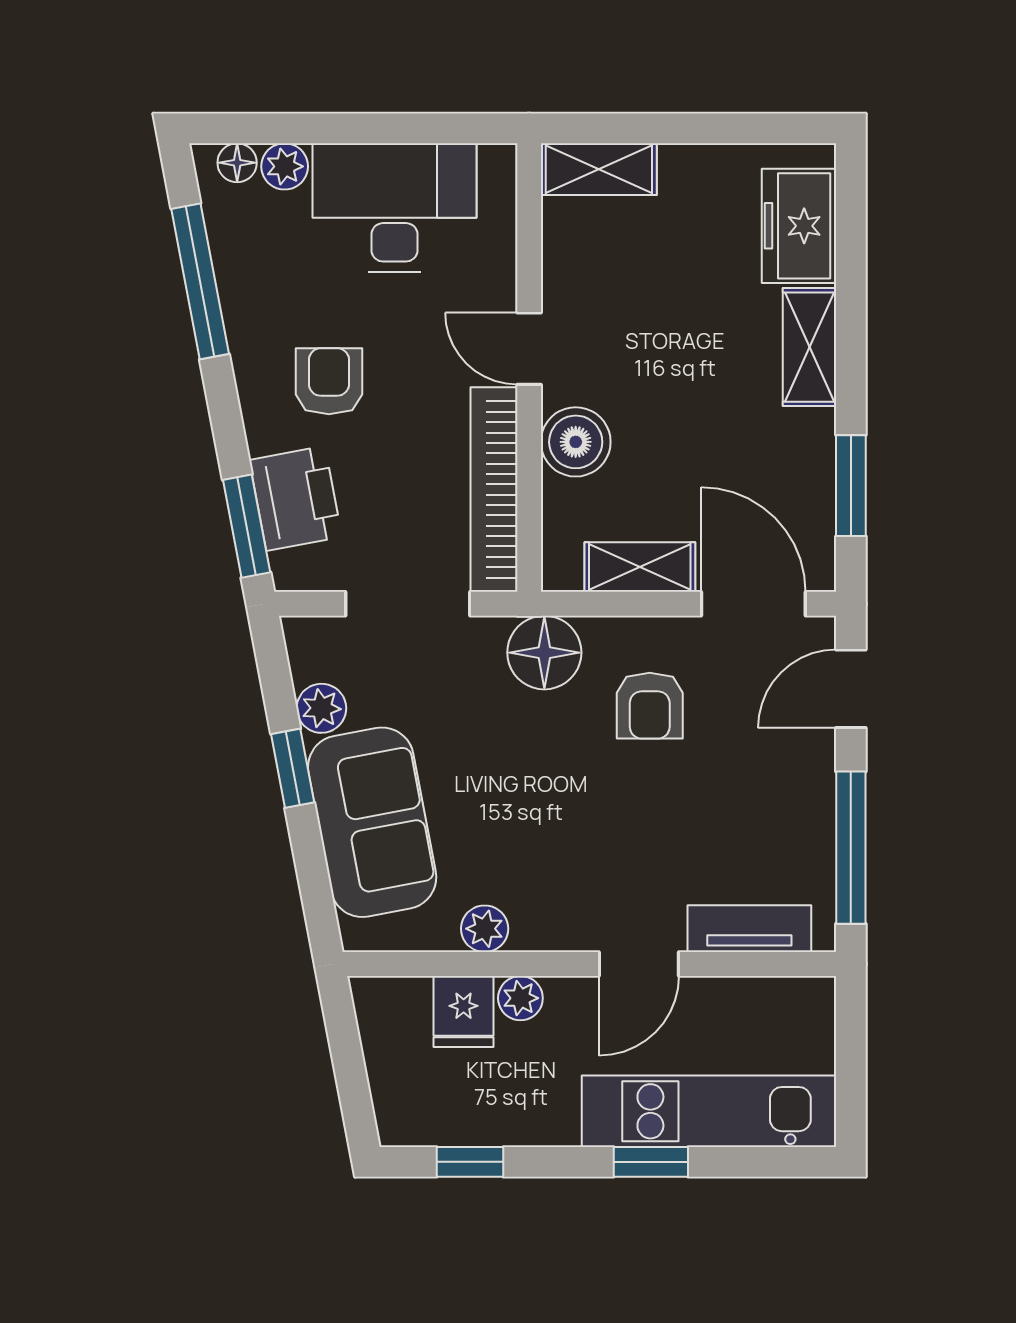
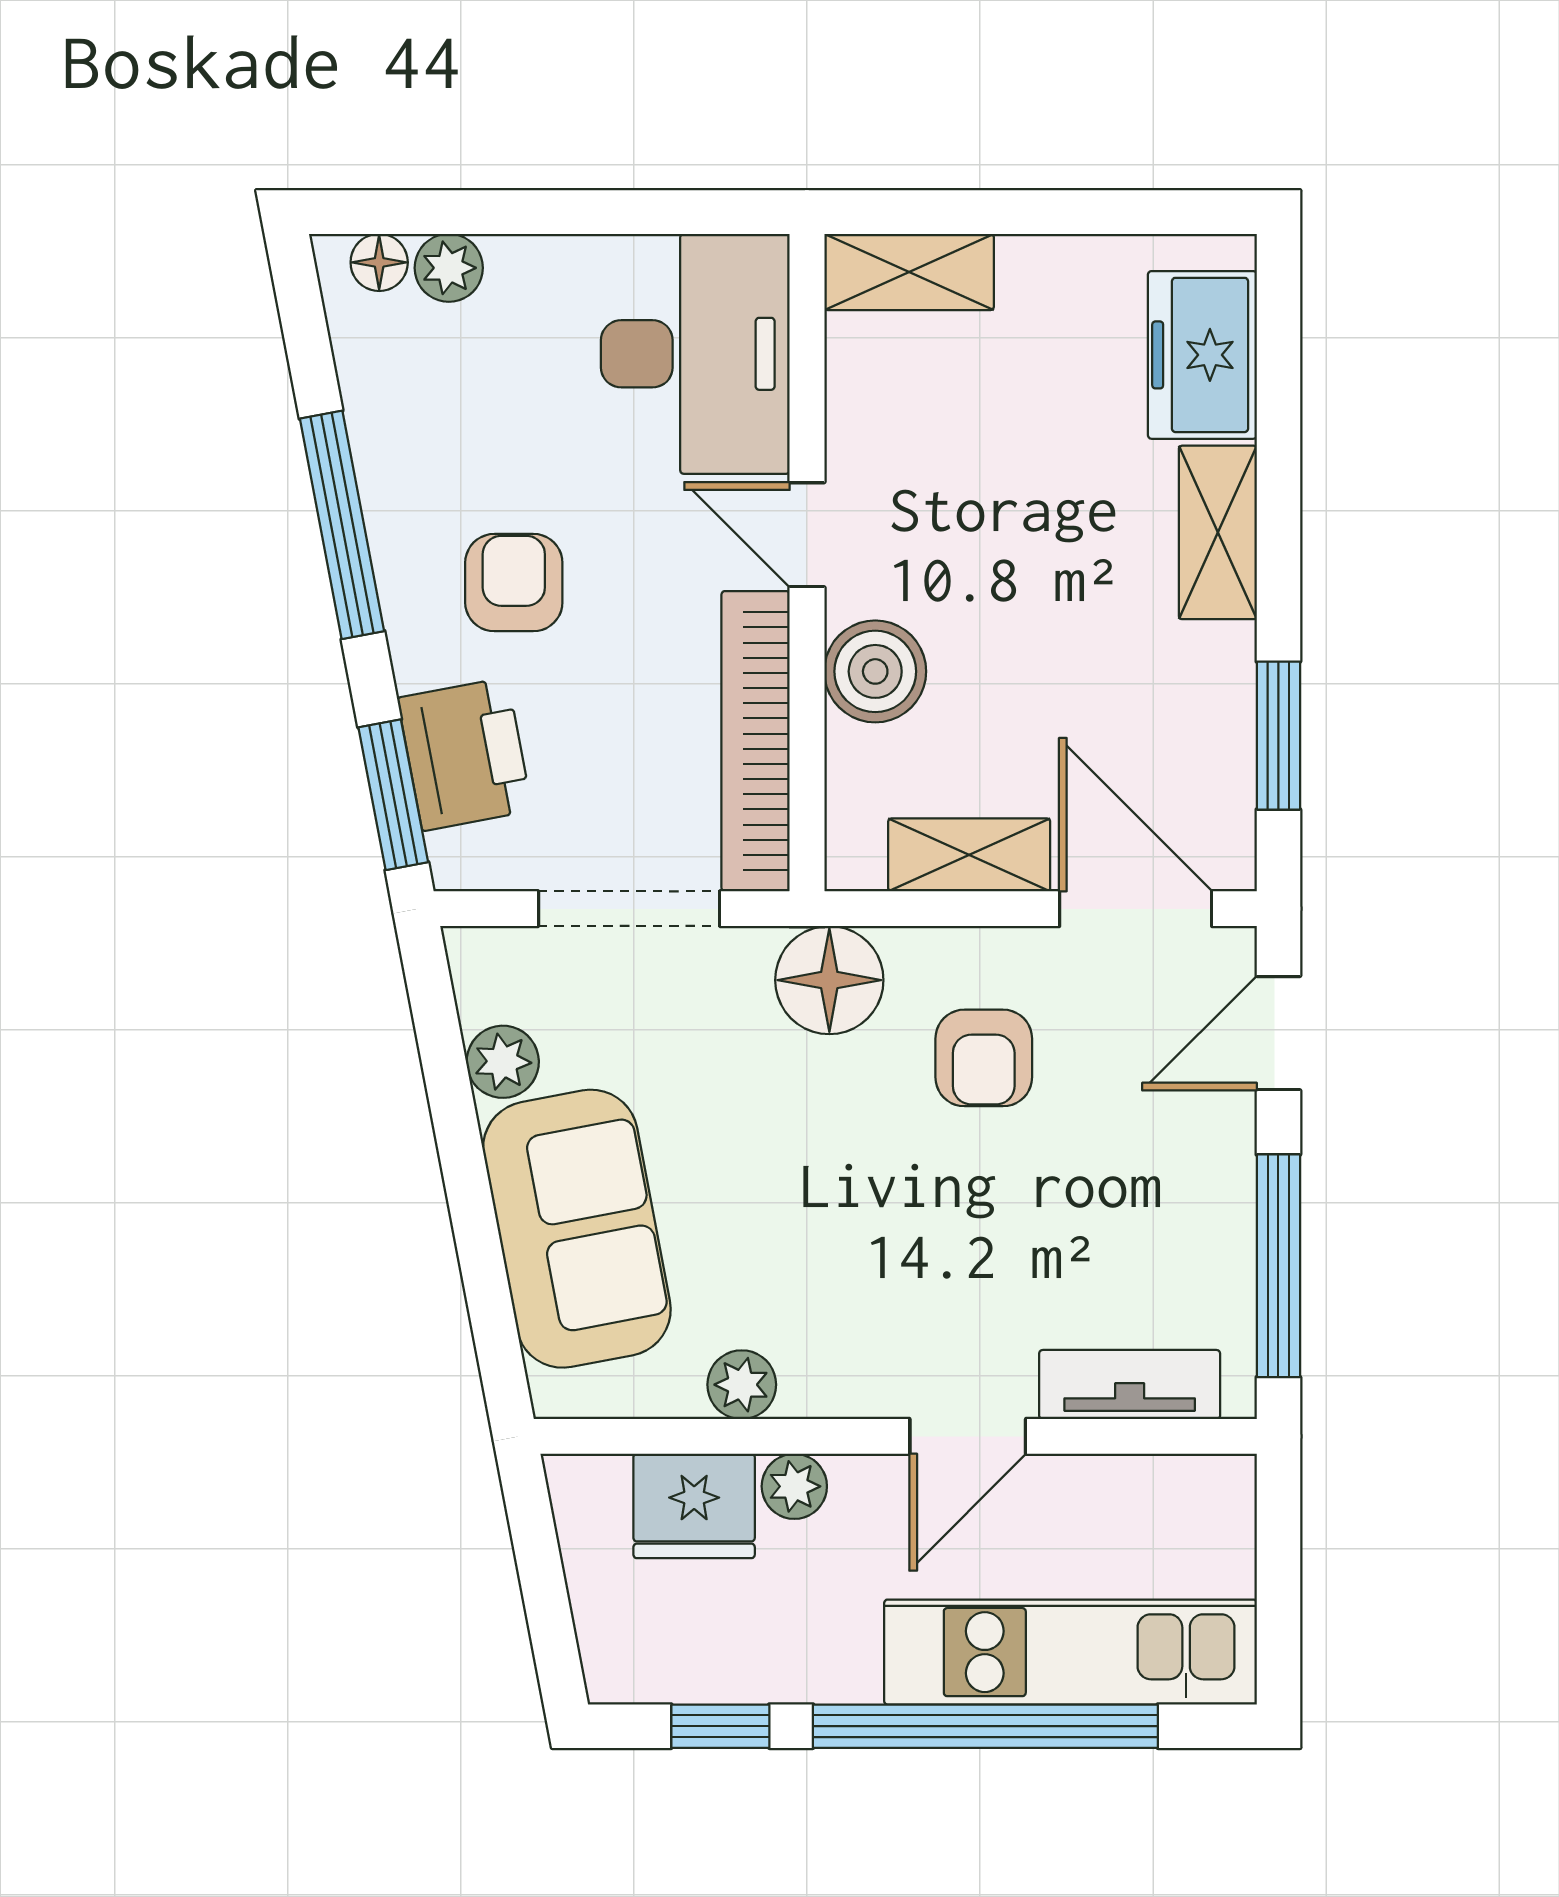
desk: (395, 208) -> (695, 354), moved, turned 90
window: (200, 281) -> (342, 525), moved
window: (293, 768) -> (461, 1150), removed
fridge: (464, 1012) -> (694, 1506), width x1.38
window: (651, 1162) -> (985, 1726), width x3.17

